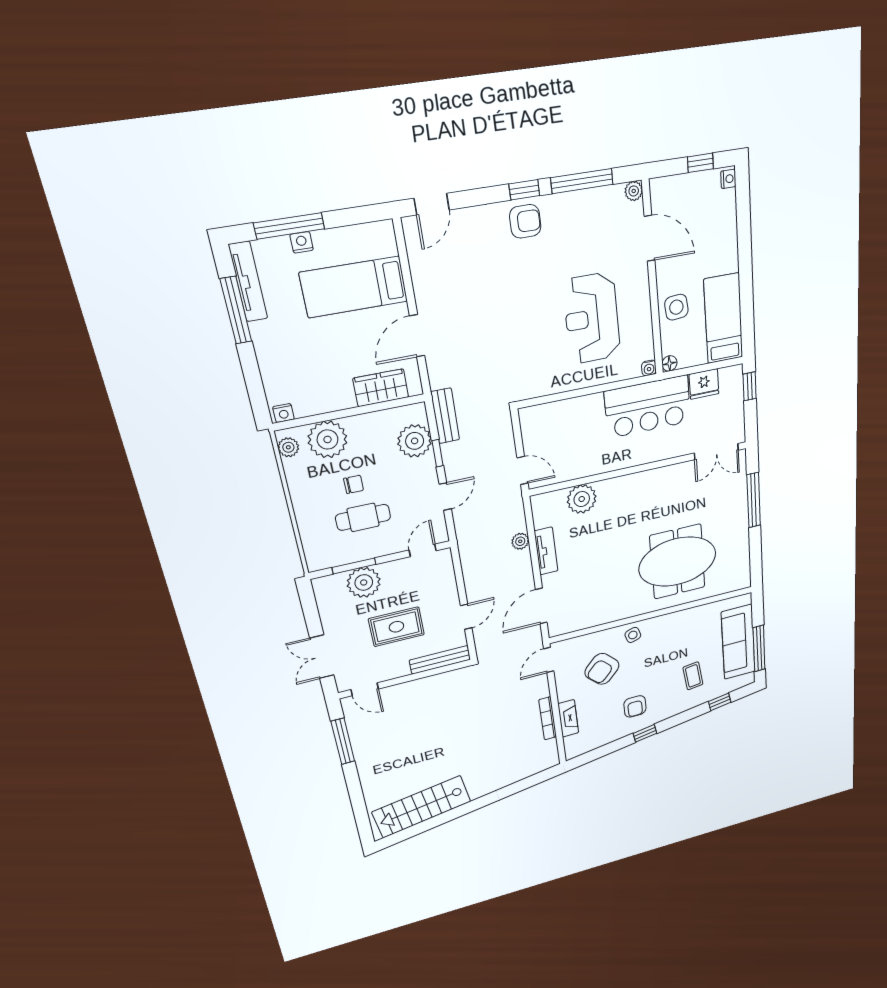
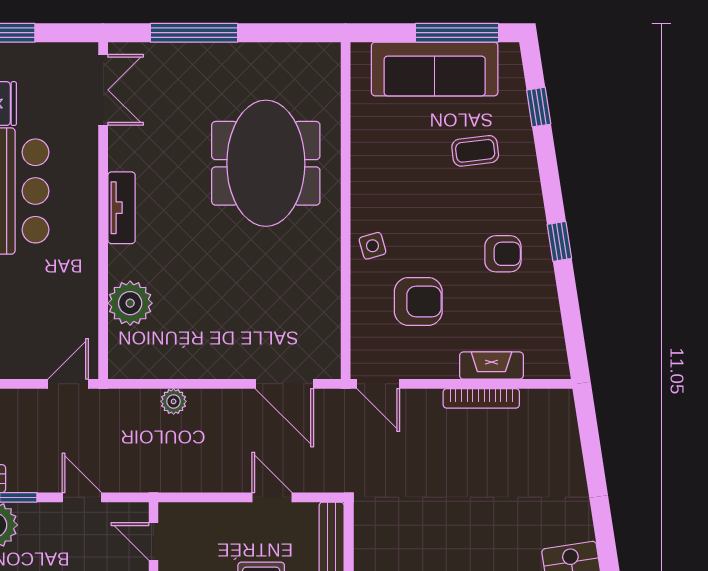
tv unit: (546, 551) -> (122, 208), moved, turned 90
armchair: (602, 669) -> (418, 301), turned -44

